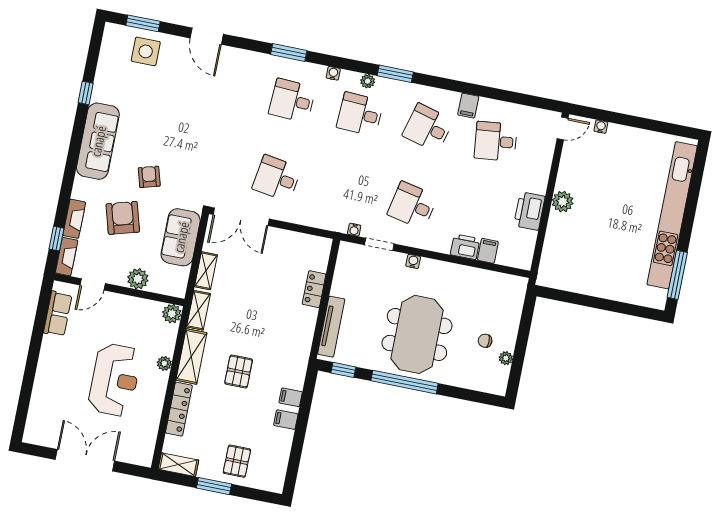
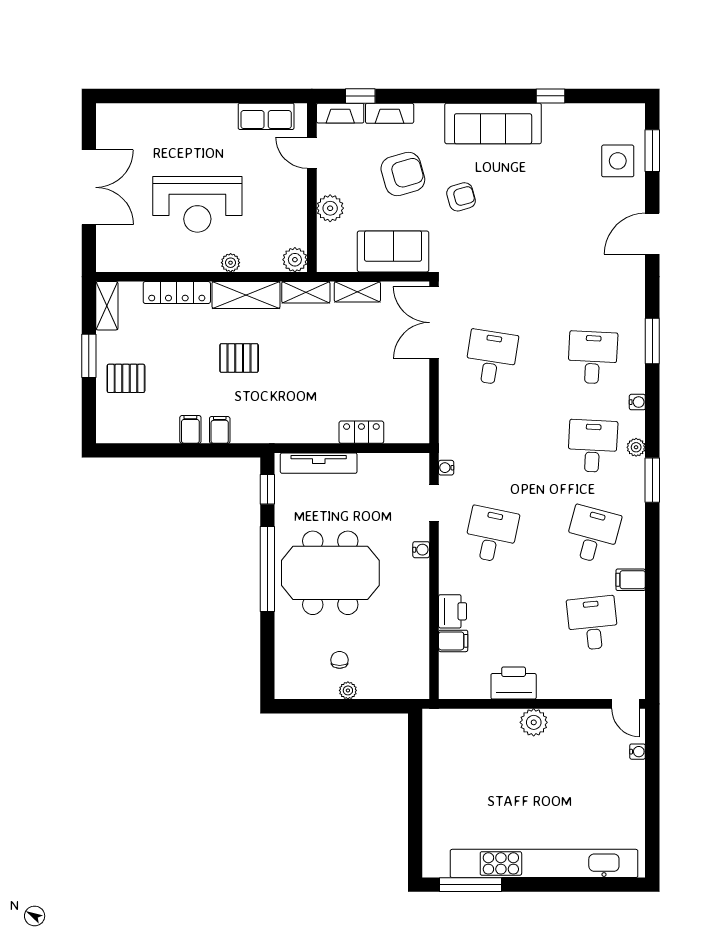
plant: (506, 358) -> (348, 690), moved

